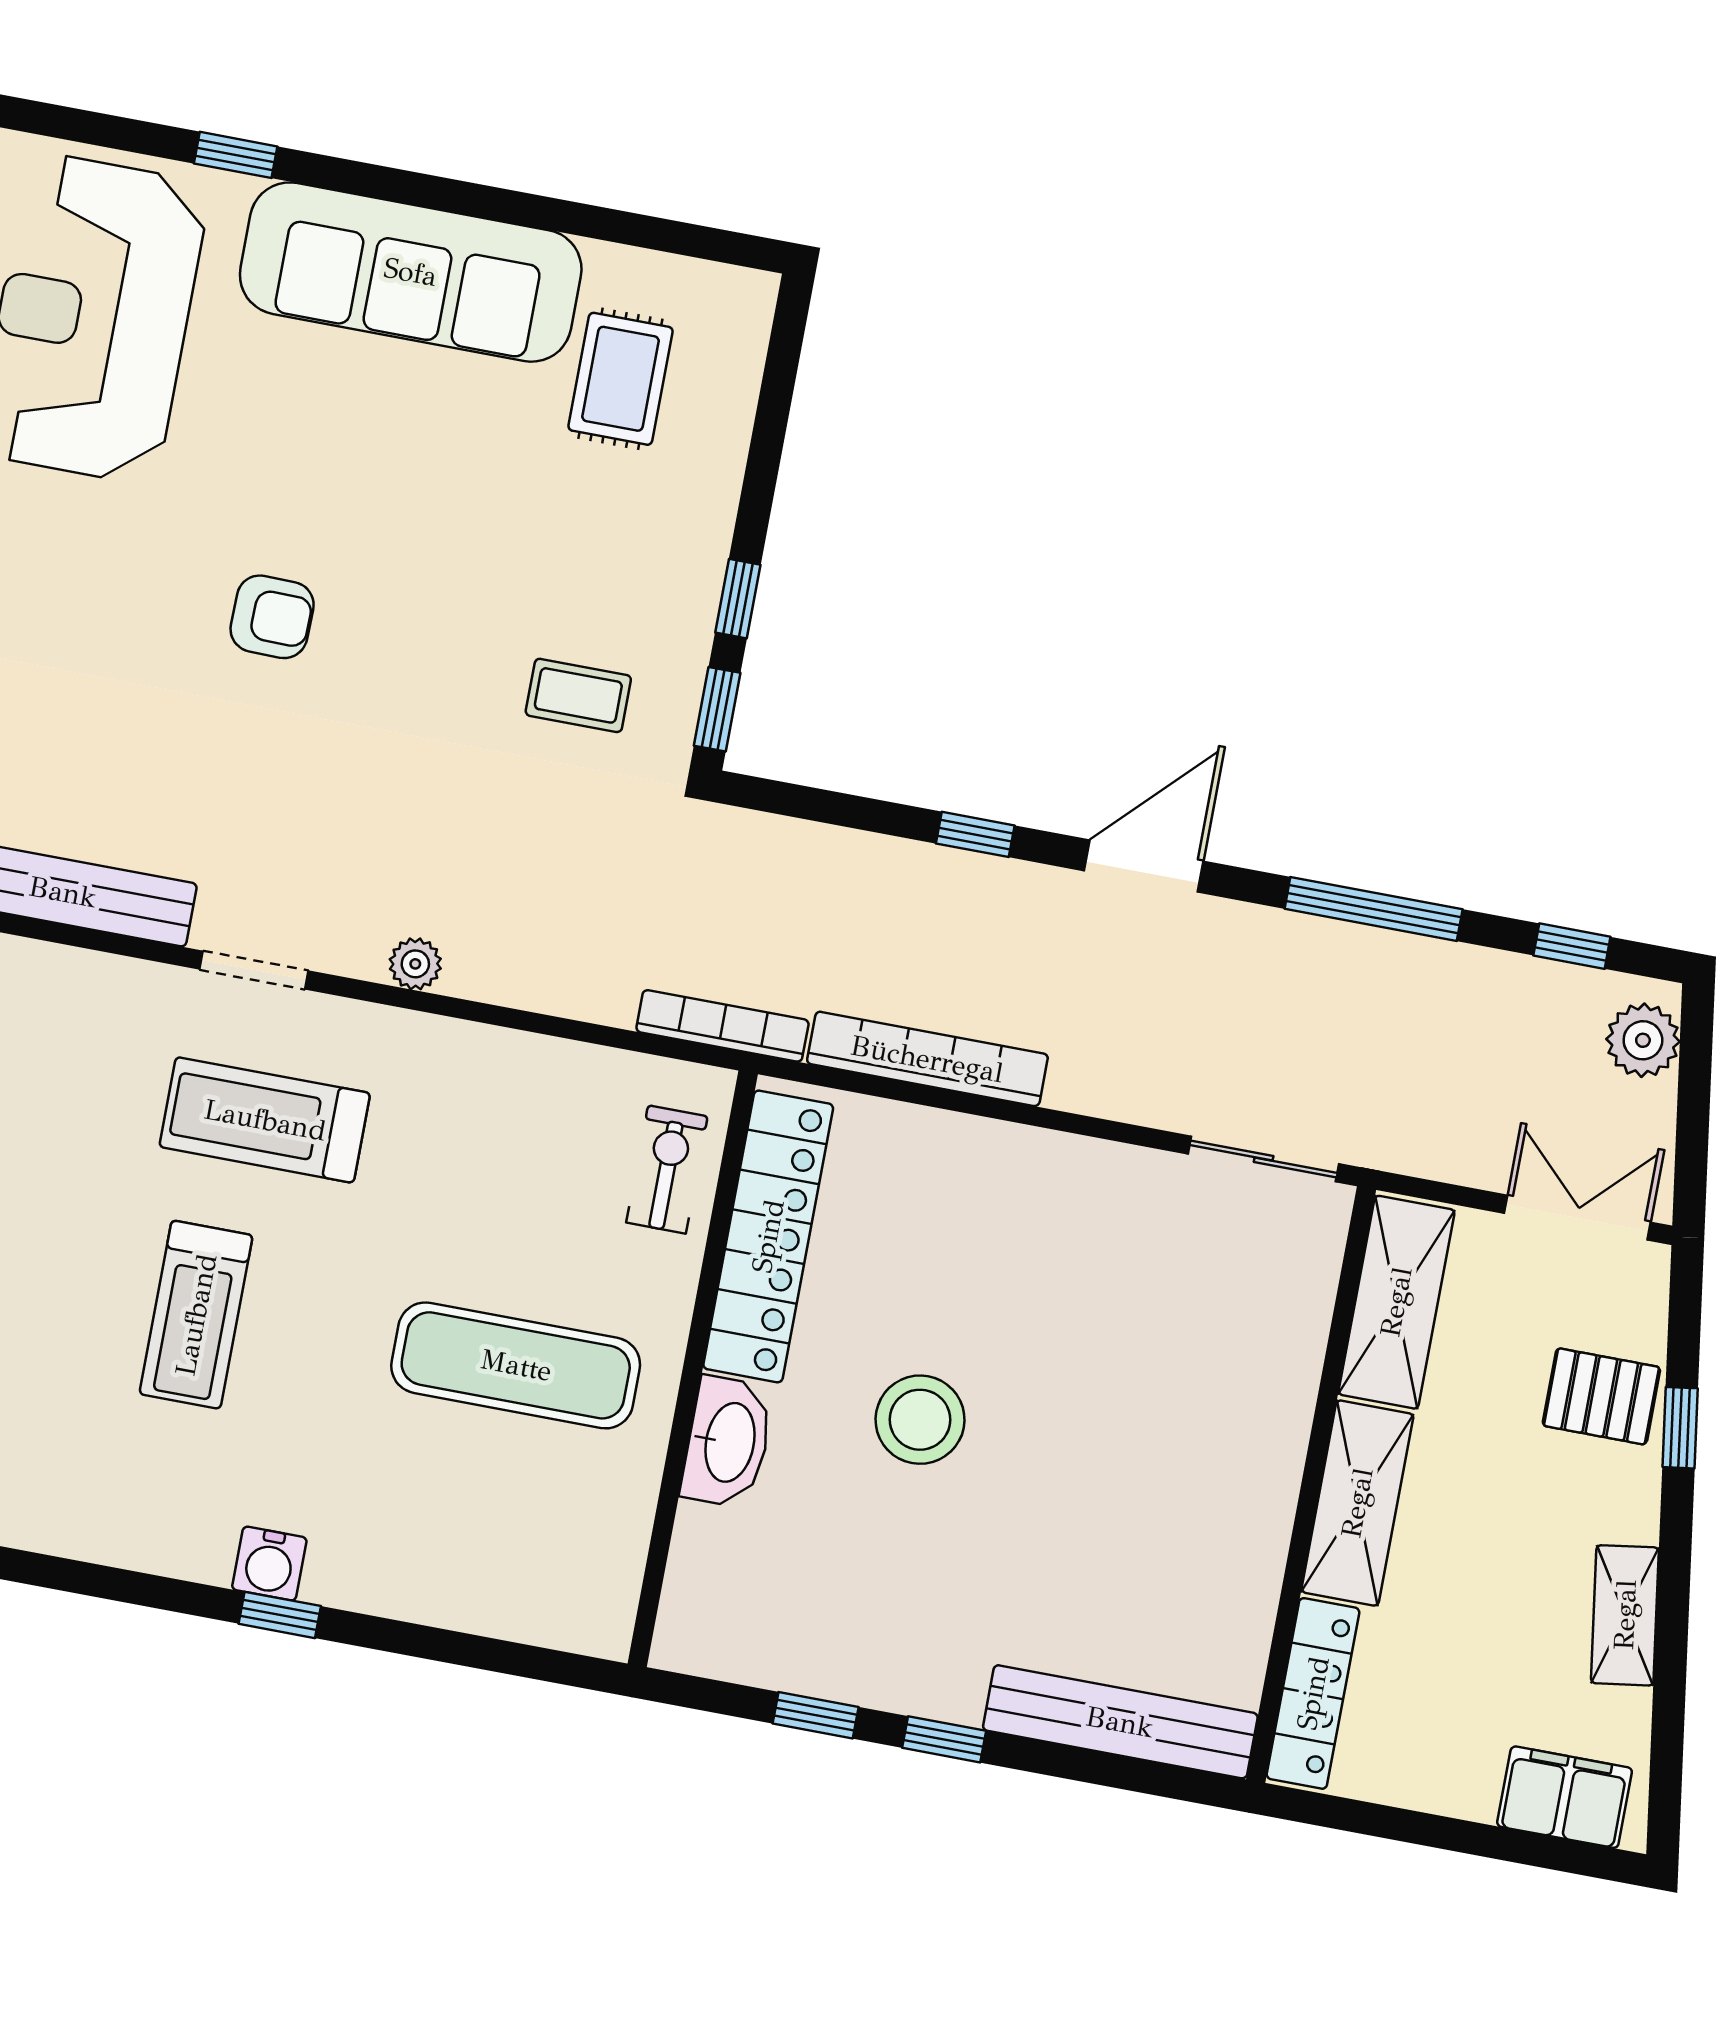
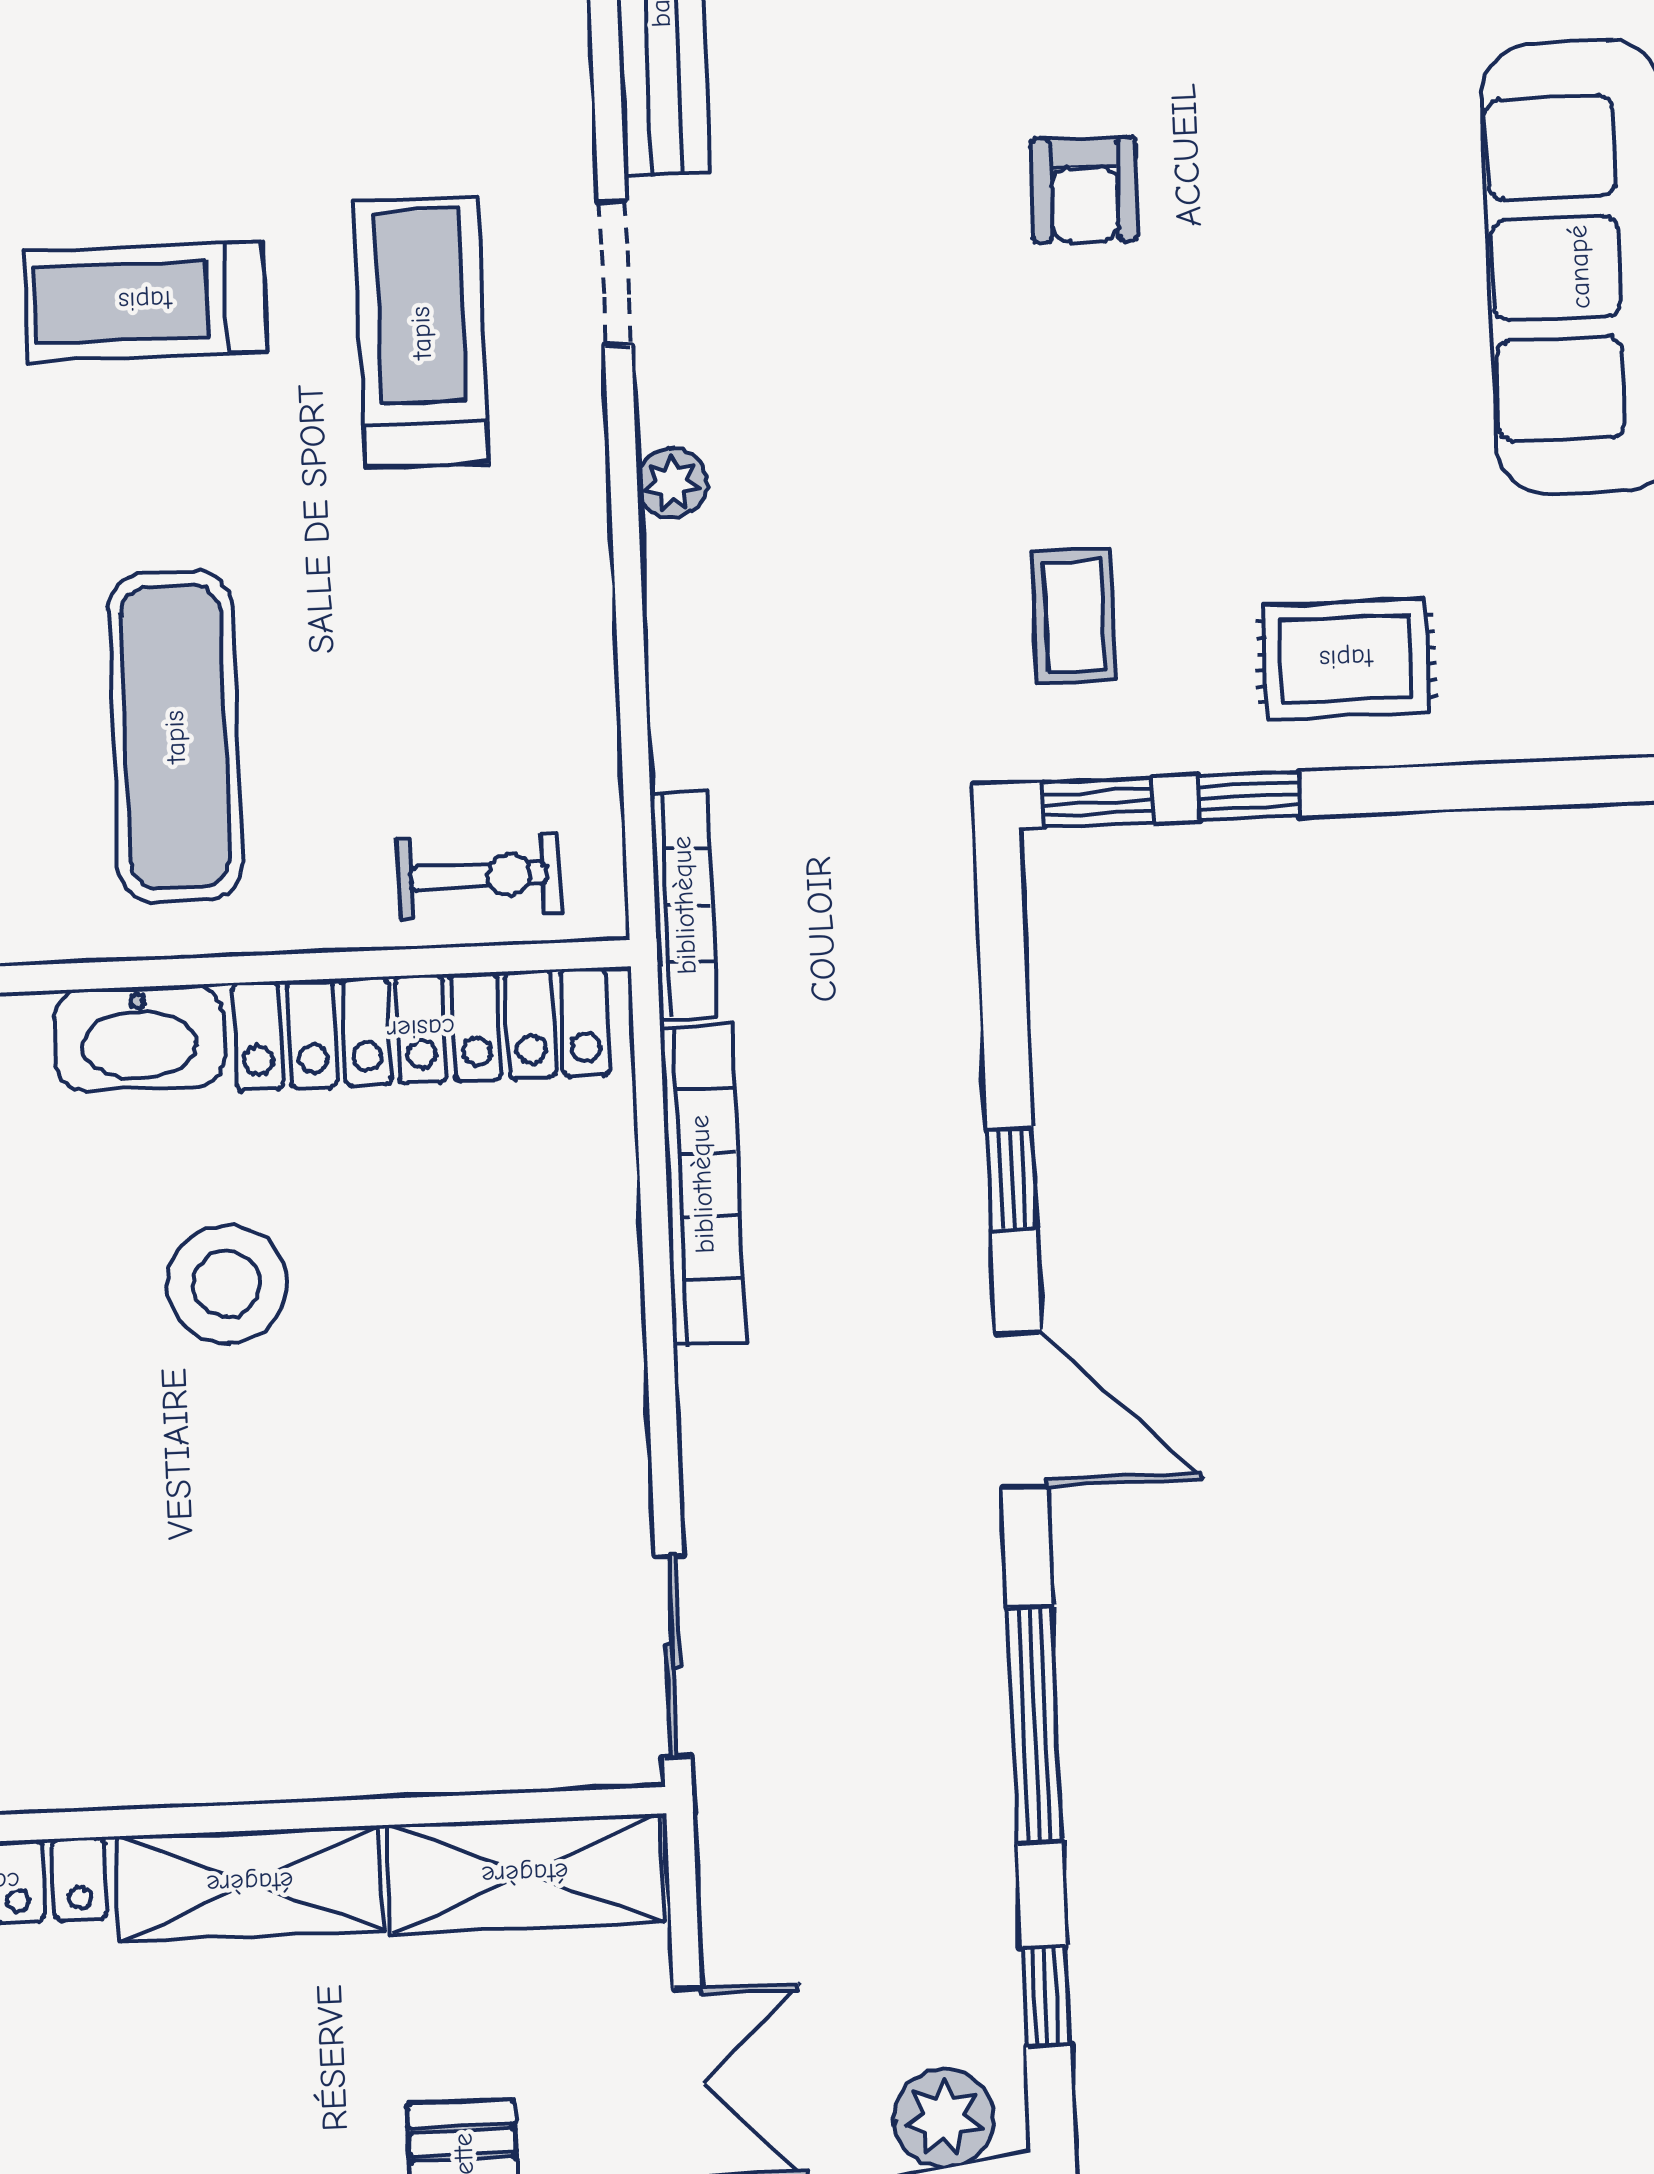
rug: (621, 379) -> (1346, 659), moved

